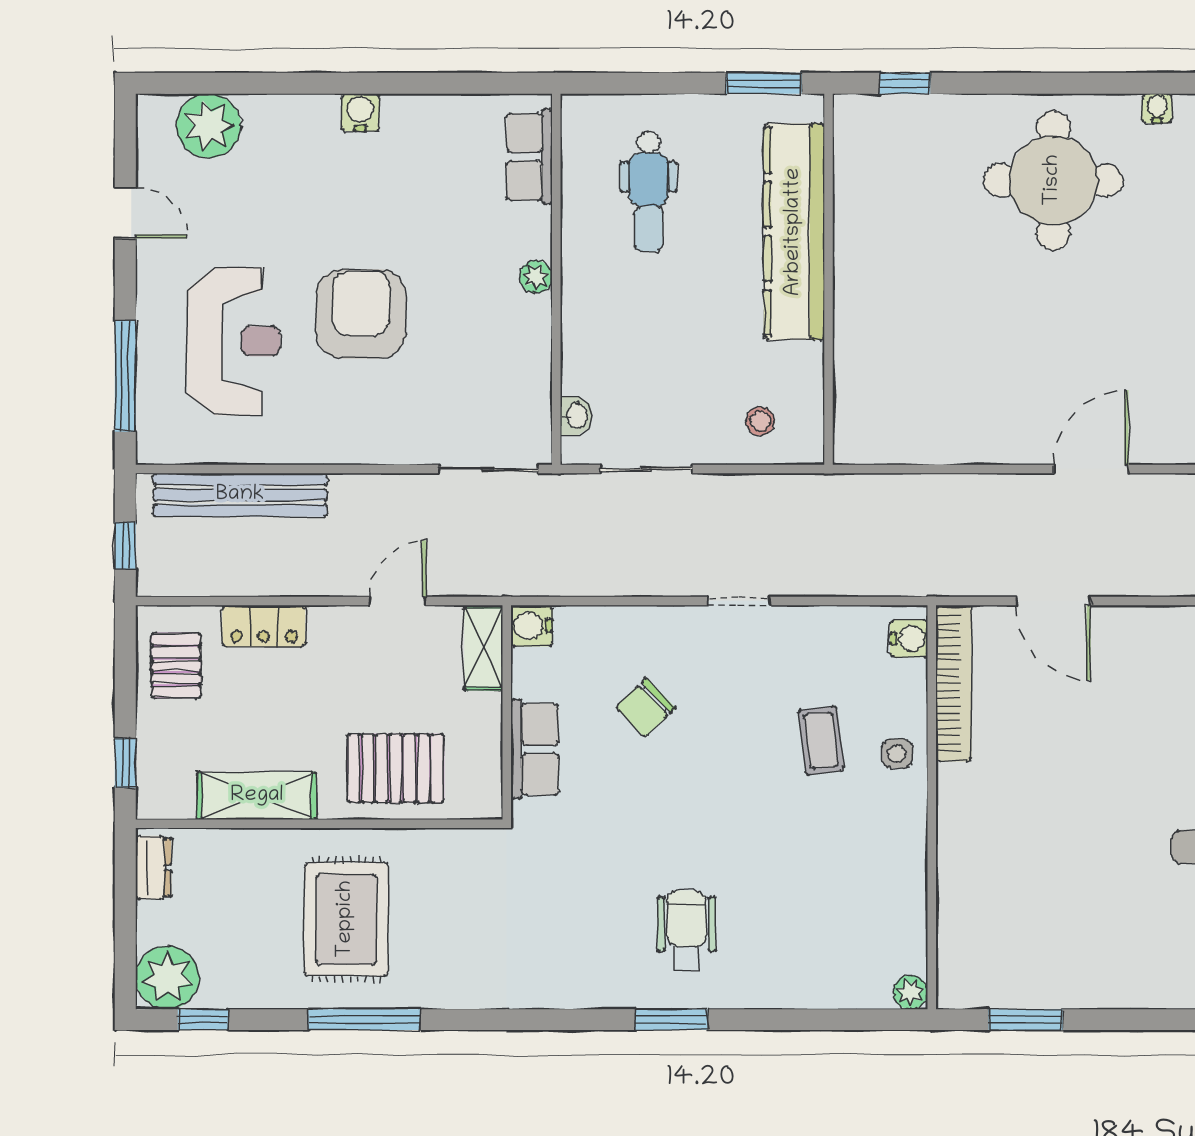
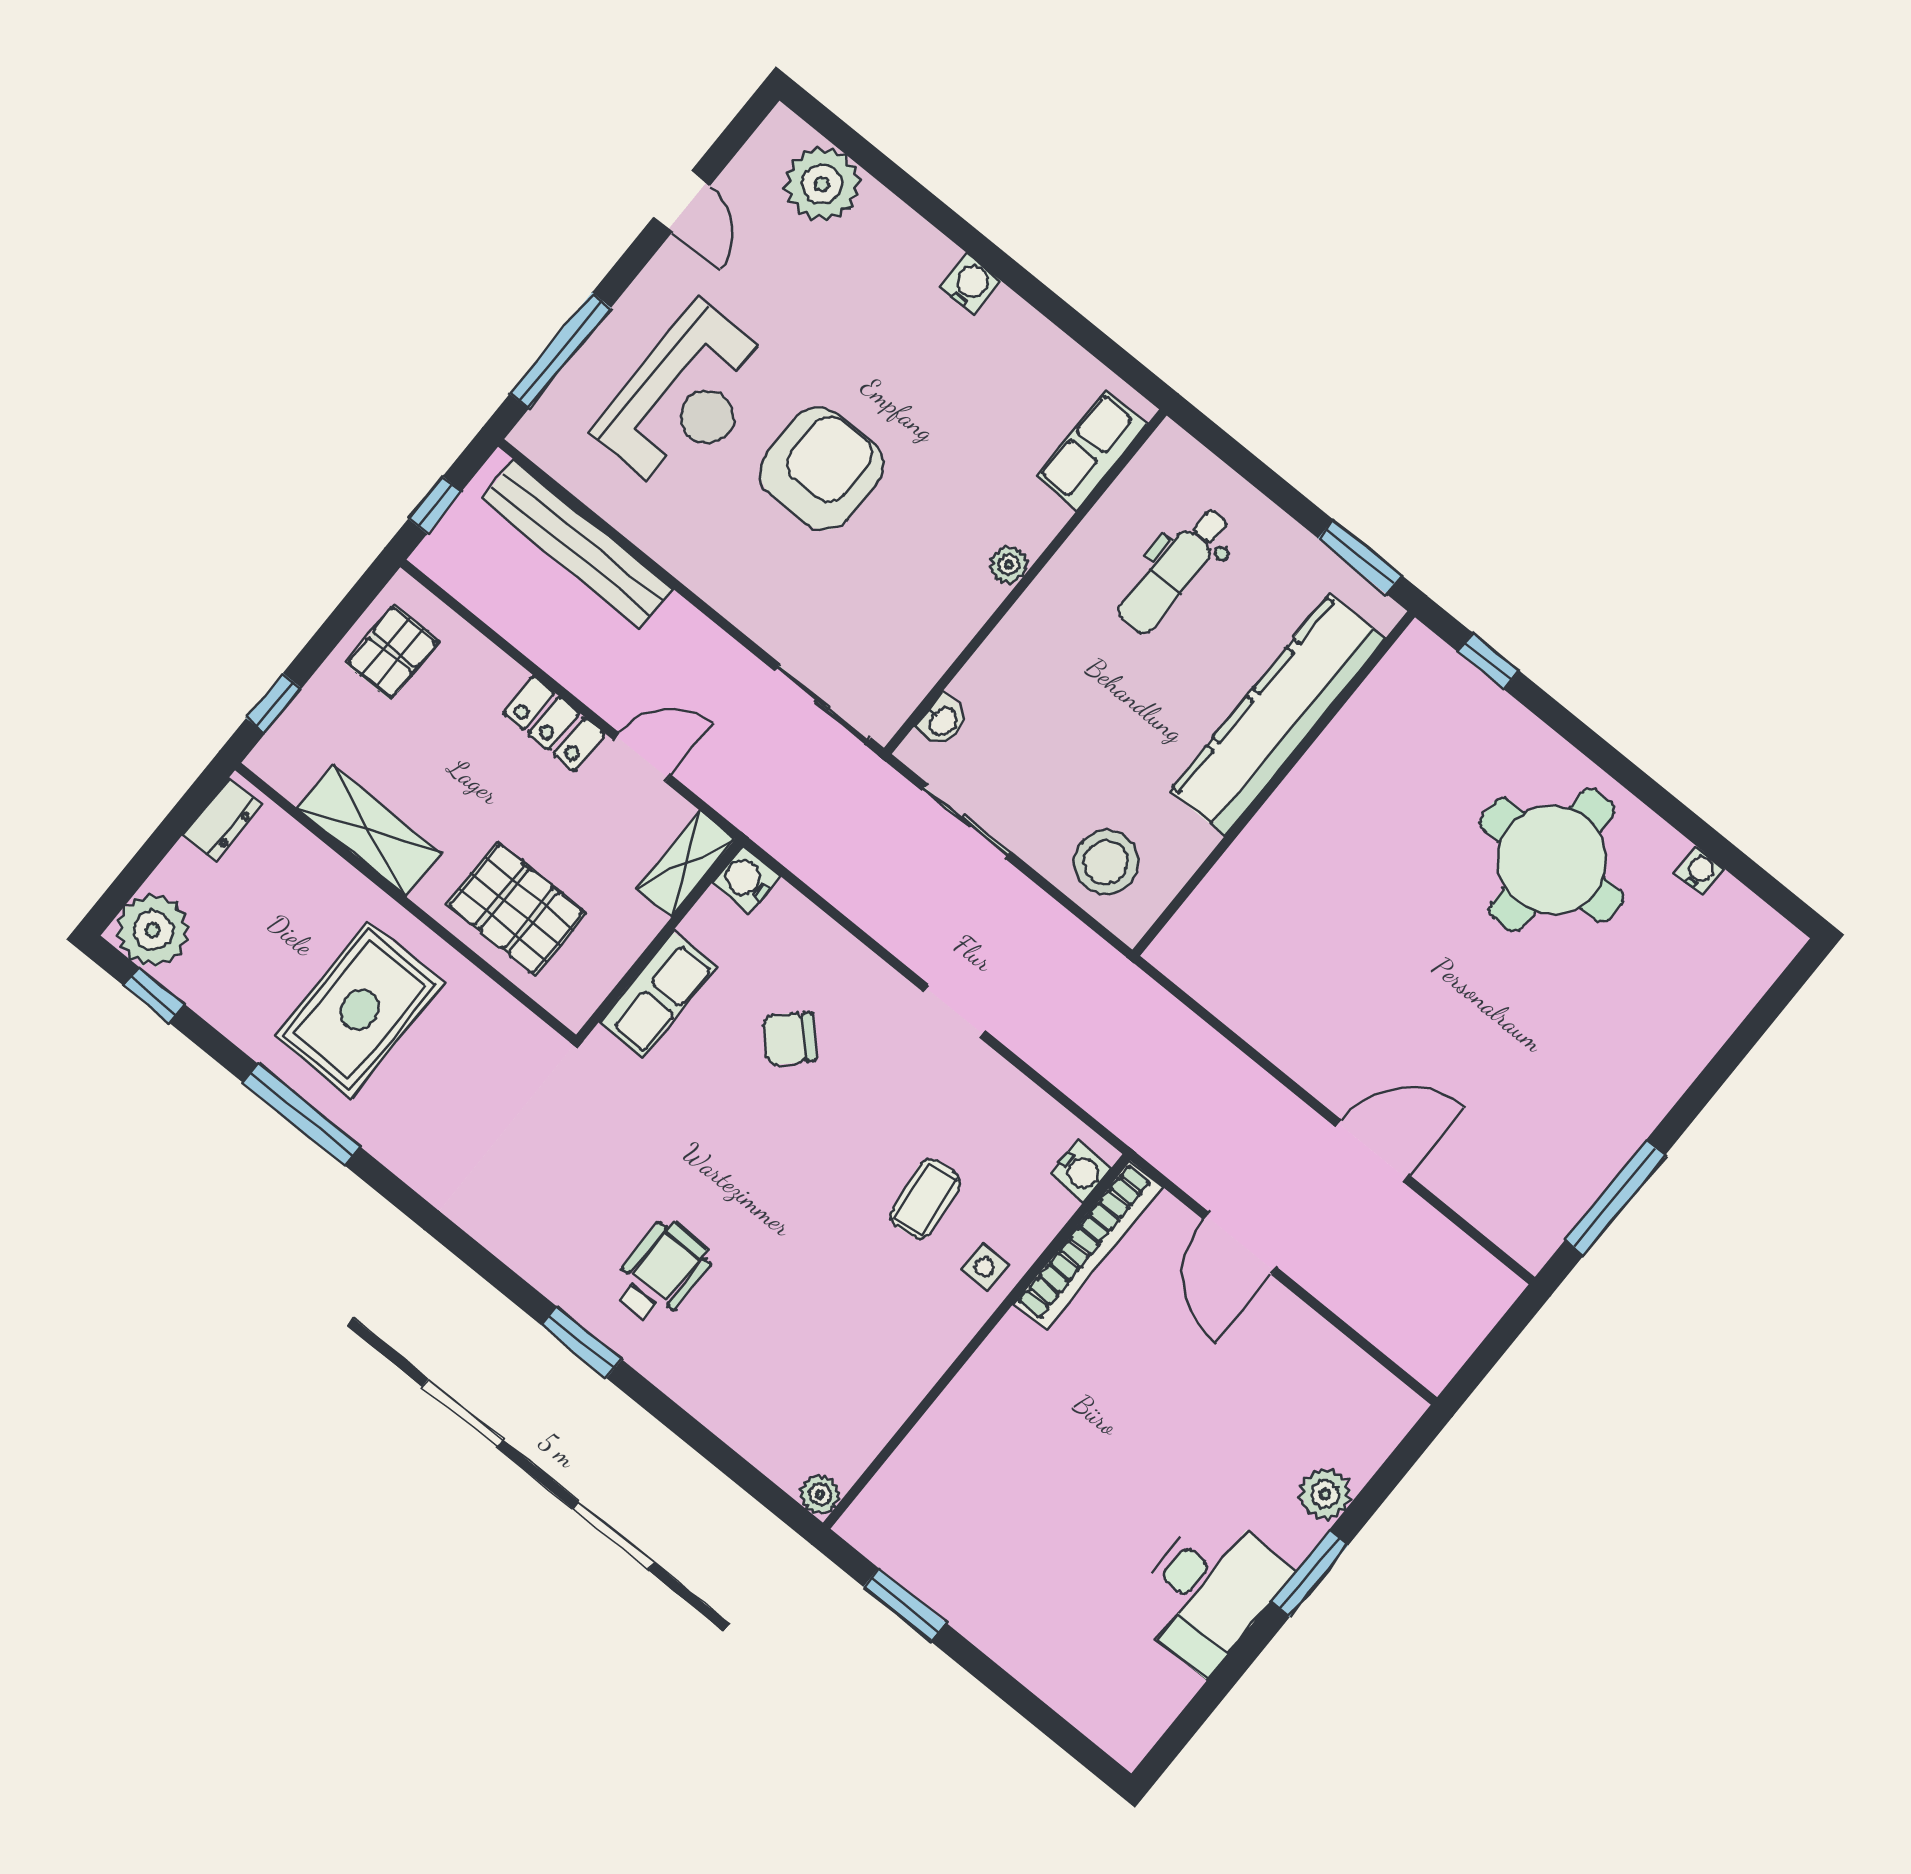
stool: (760, 421) -> (1106, 862), width x1.89, depth x1.89
locker: (264, 626) -> (554, 724), moved

